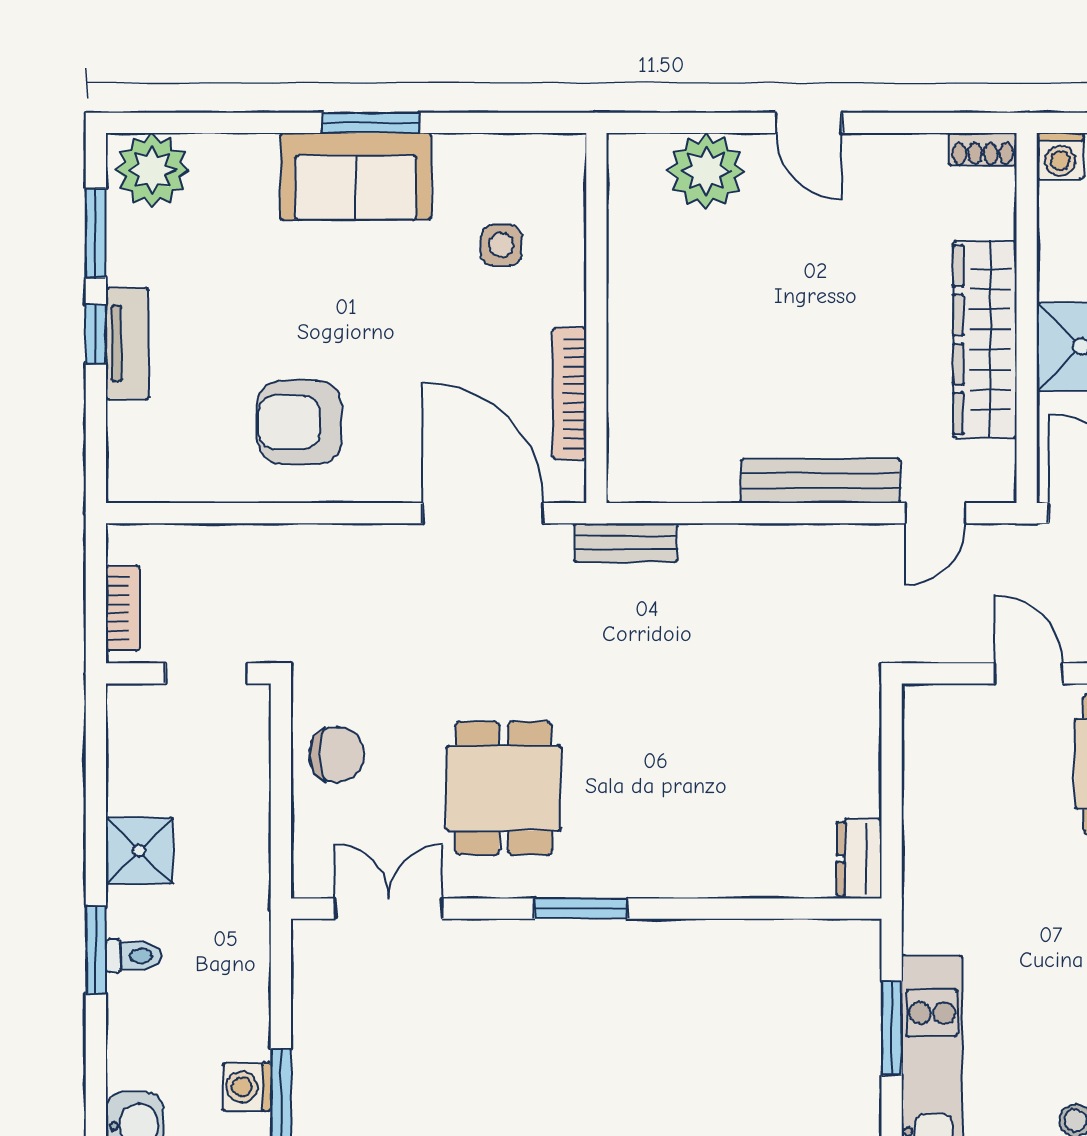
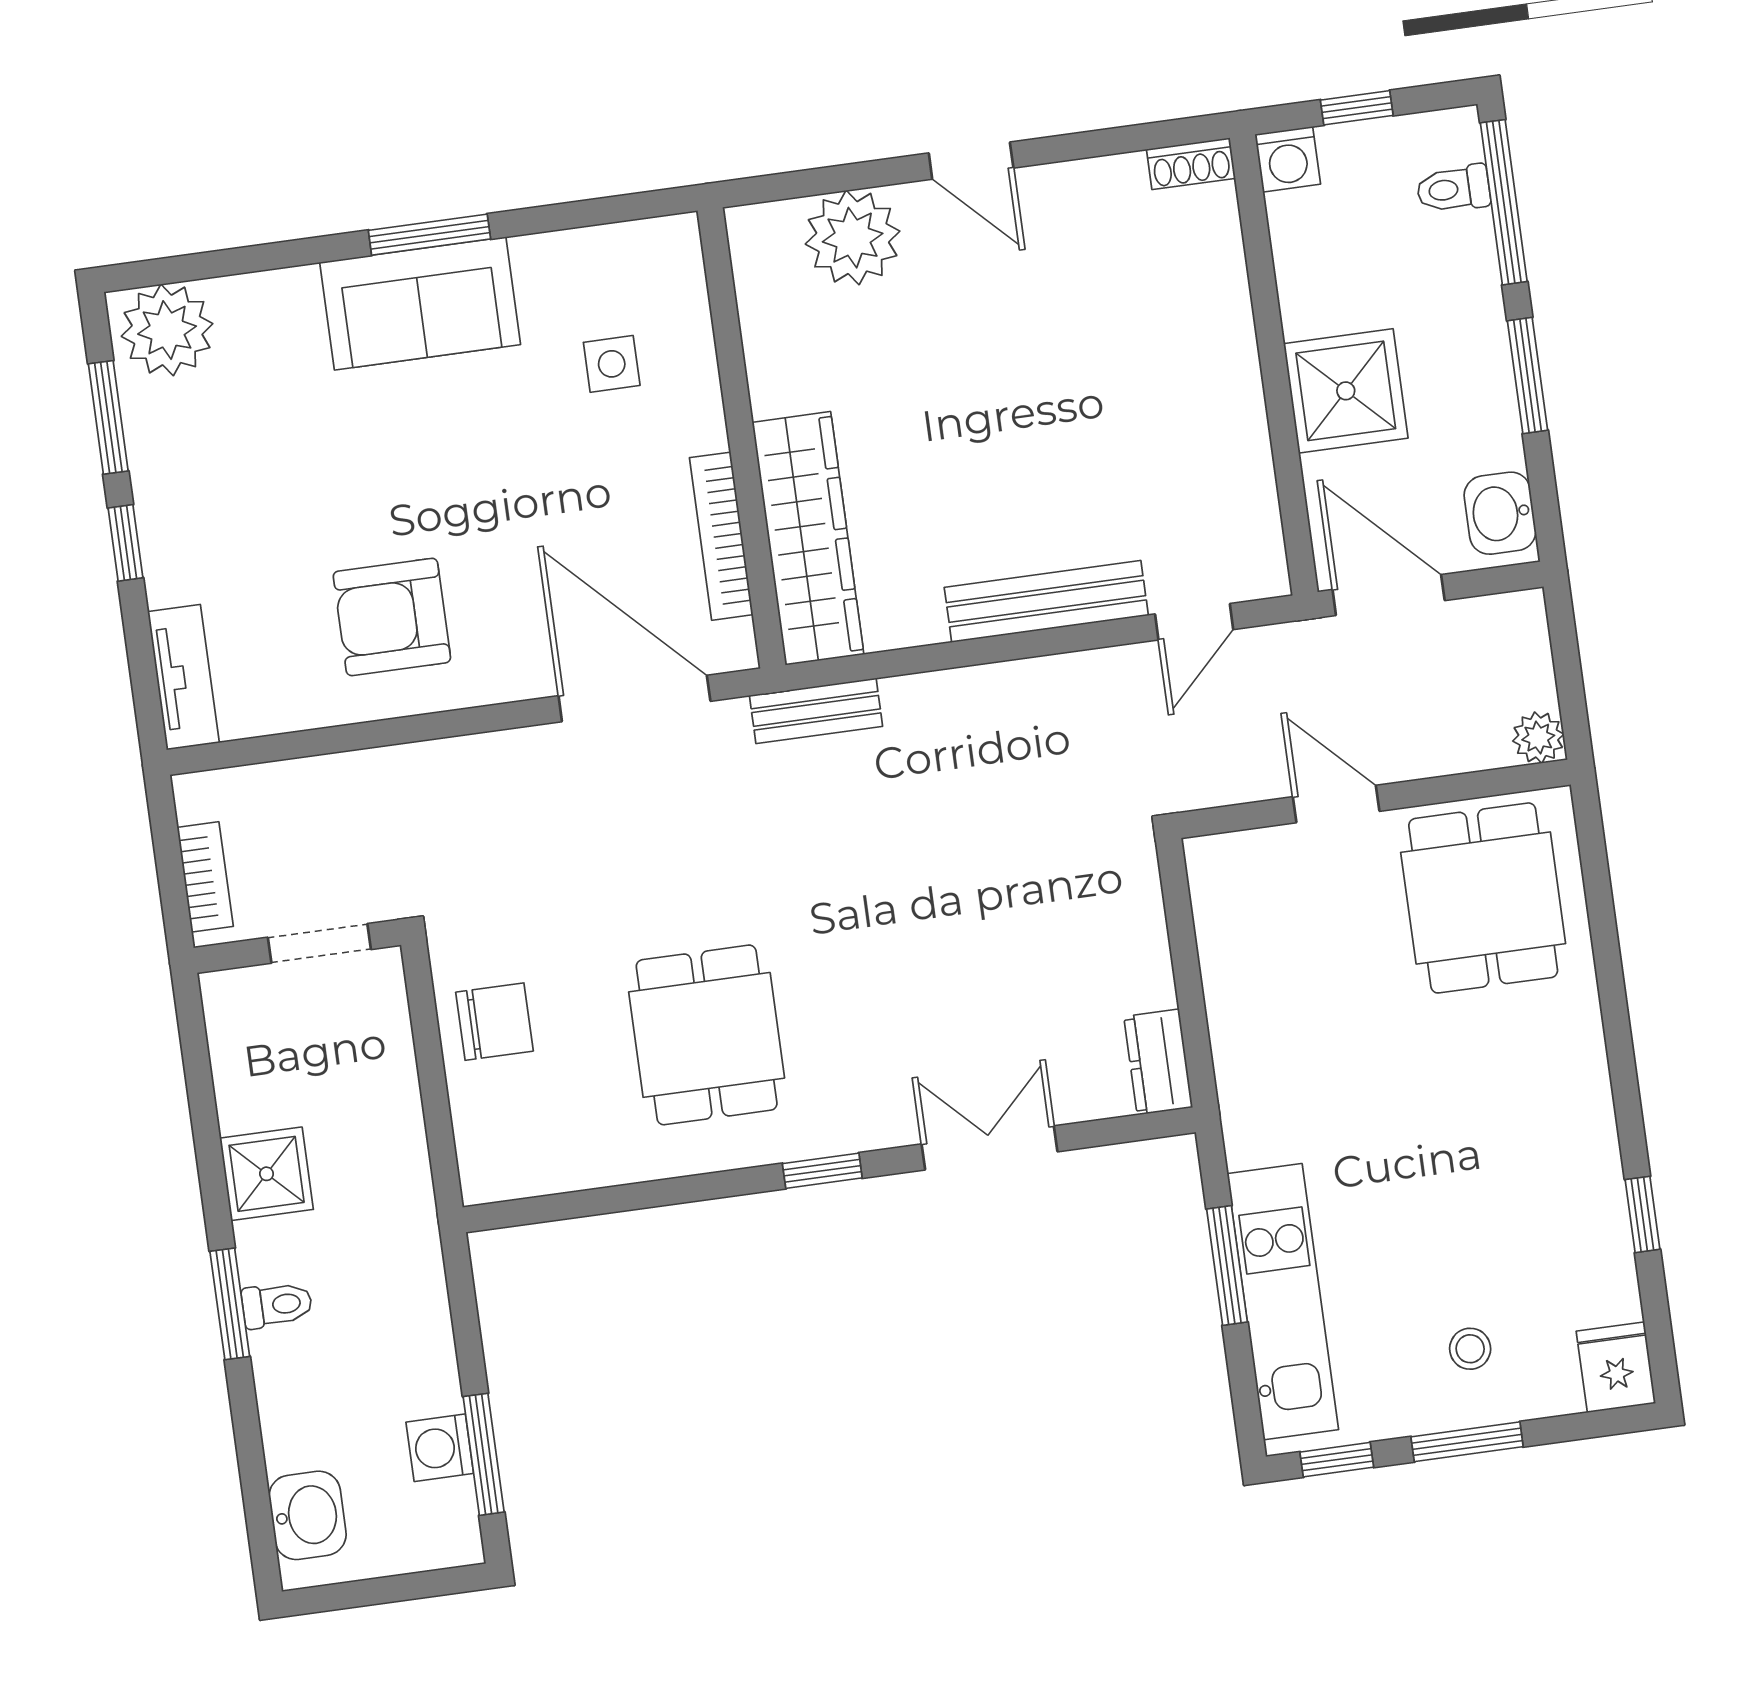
wardrobe: (985, 340) -> (808, 538), moved, turned 180
tv unit: (127, 344) -> (183, 677), moved
double door: (389, 909) -> (990, 1148), moved
window: (581, 909) -> (822, 1171), width x0.67

